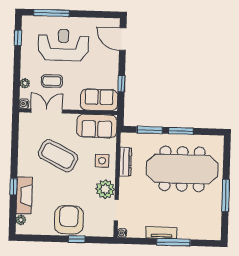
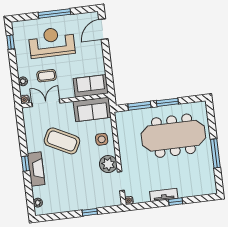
window: (51, 13) -> (54, 13), moved
door: (123, 39) -> (103, 29), hinge flipped
window: (121, 83) -> (108, 68), removed
dresser: (125, 162) -> (122, 137), removed
window: (13, 187) -> (25, 164), moved
fireplace: (24, 195) -> (36, 169), moved
armchair: (69, 220) -> (80, 196), removed
window: (174, 242) -> (176, 202), width x0.46

